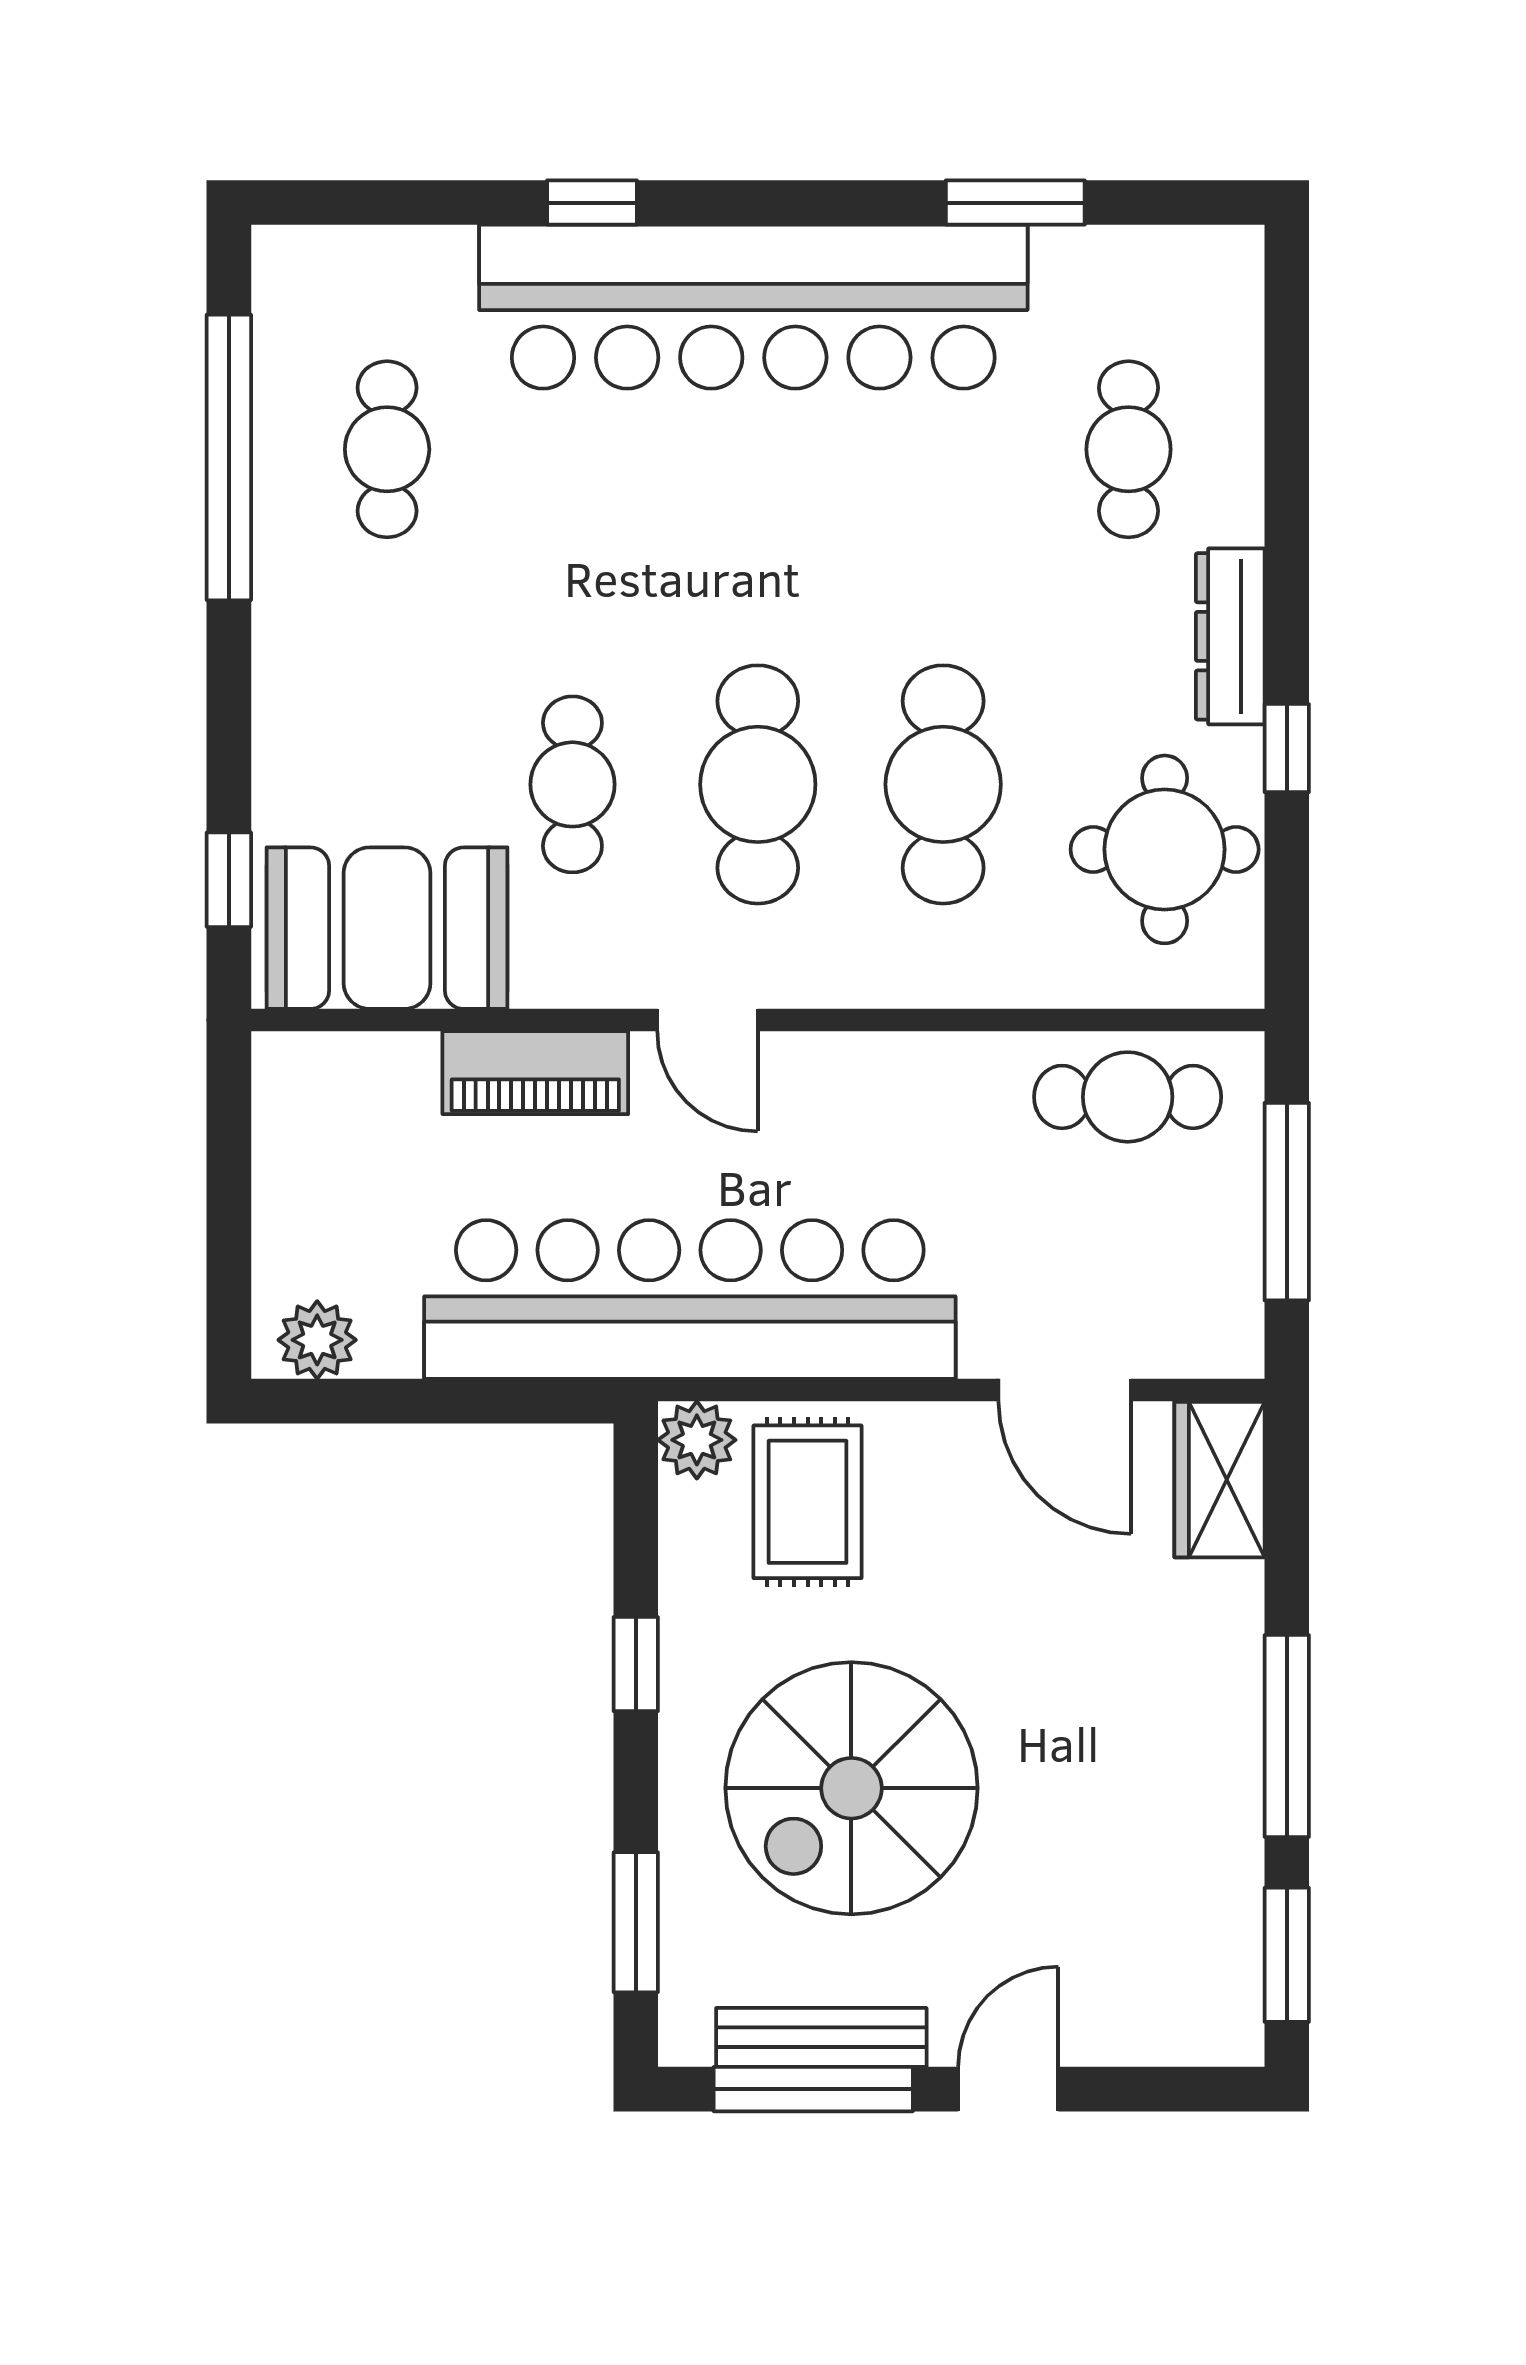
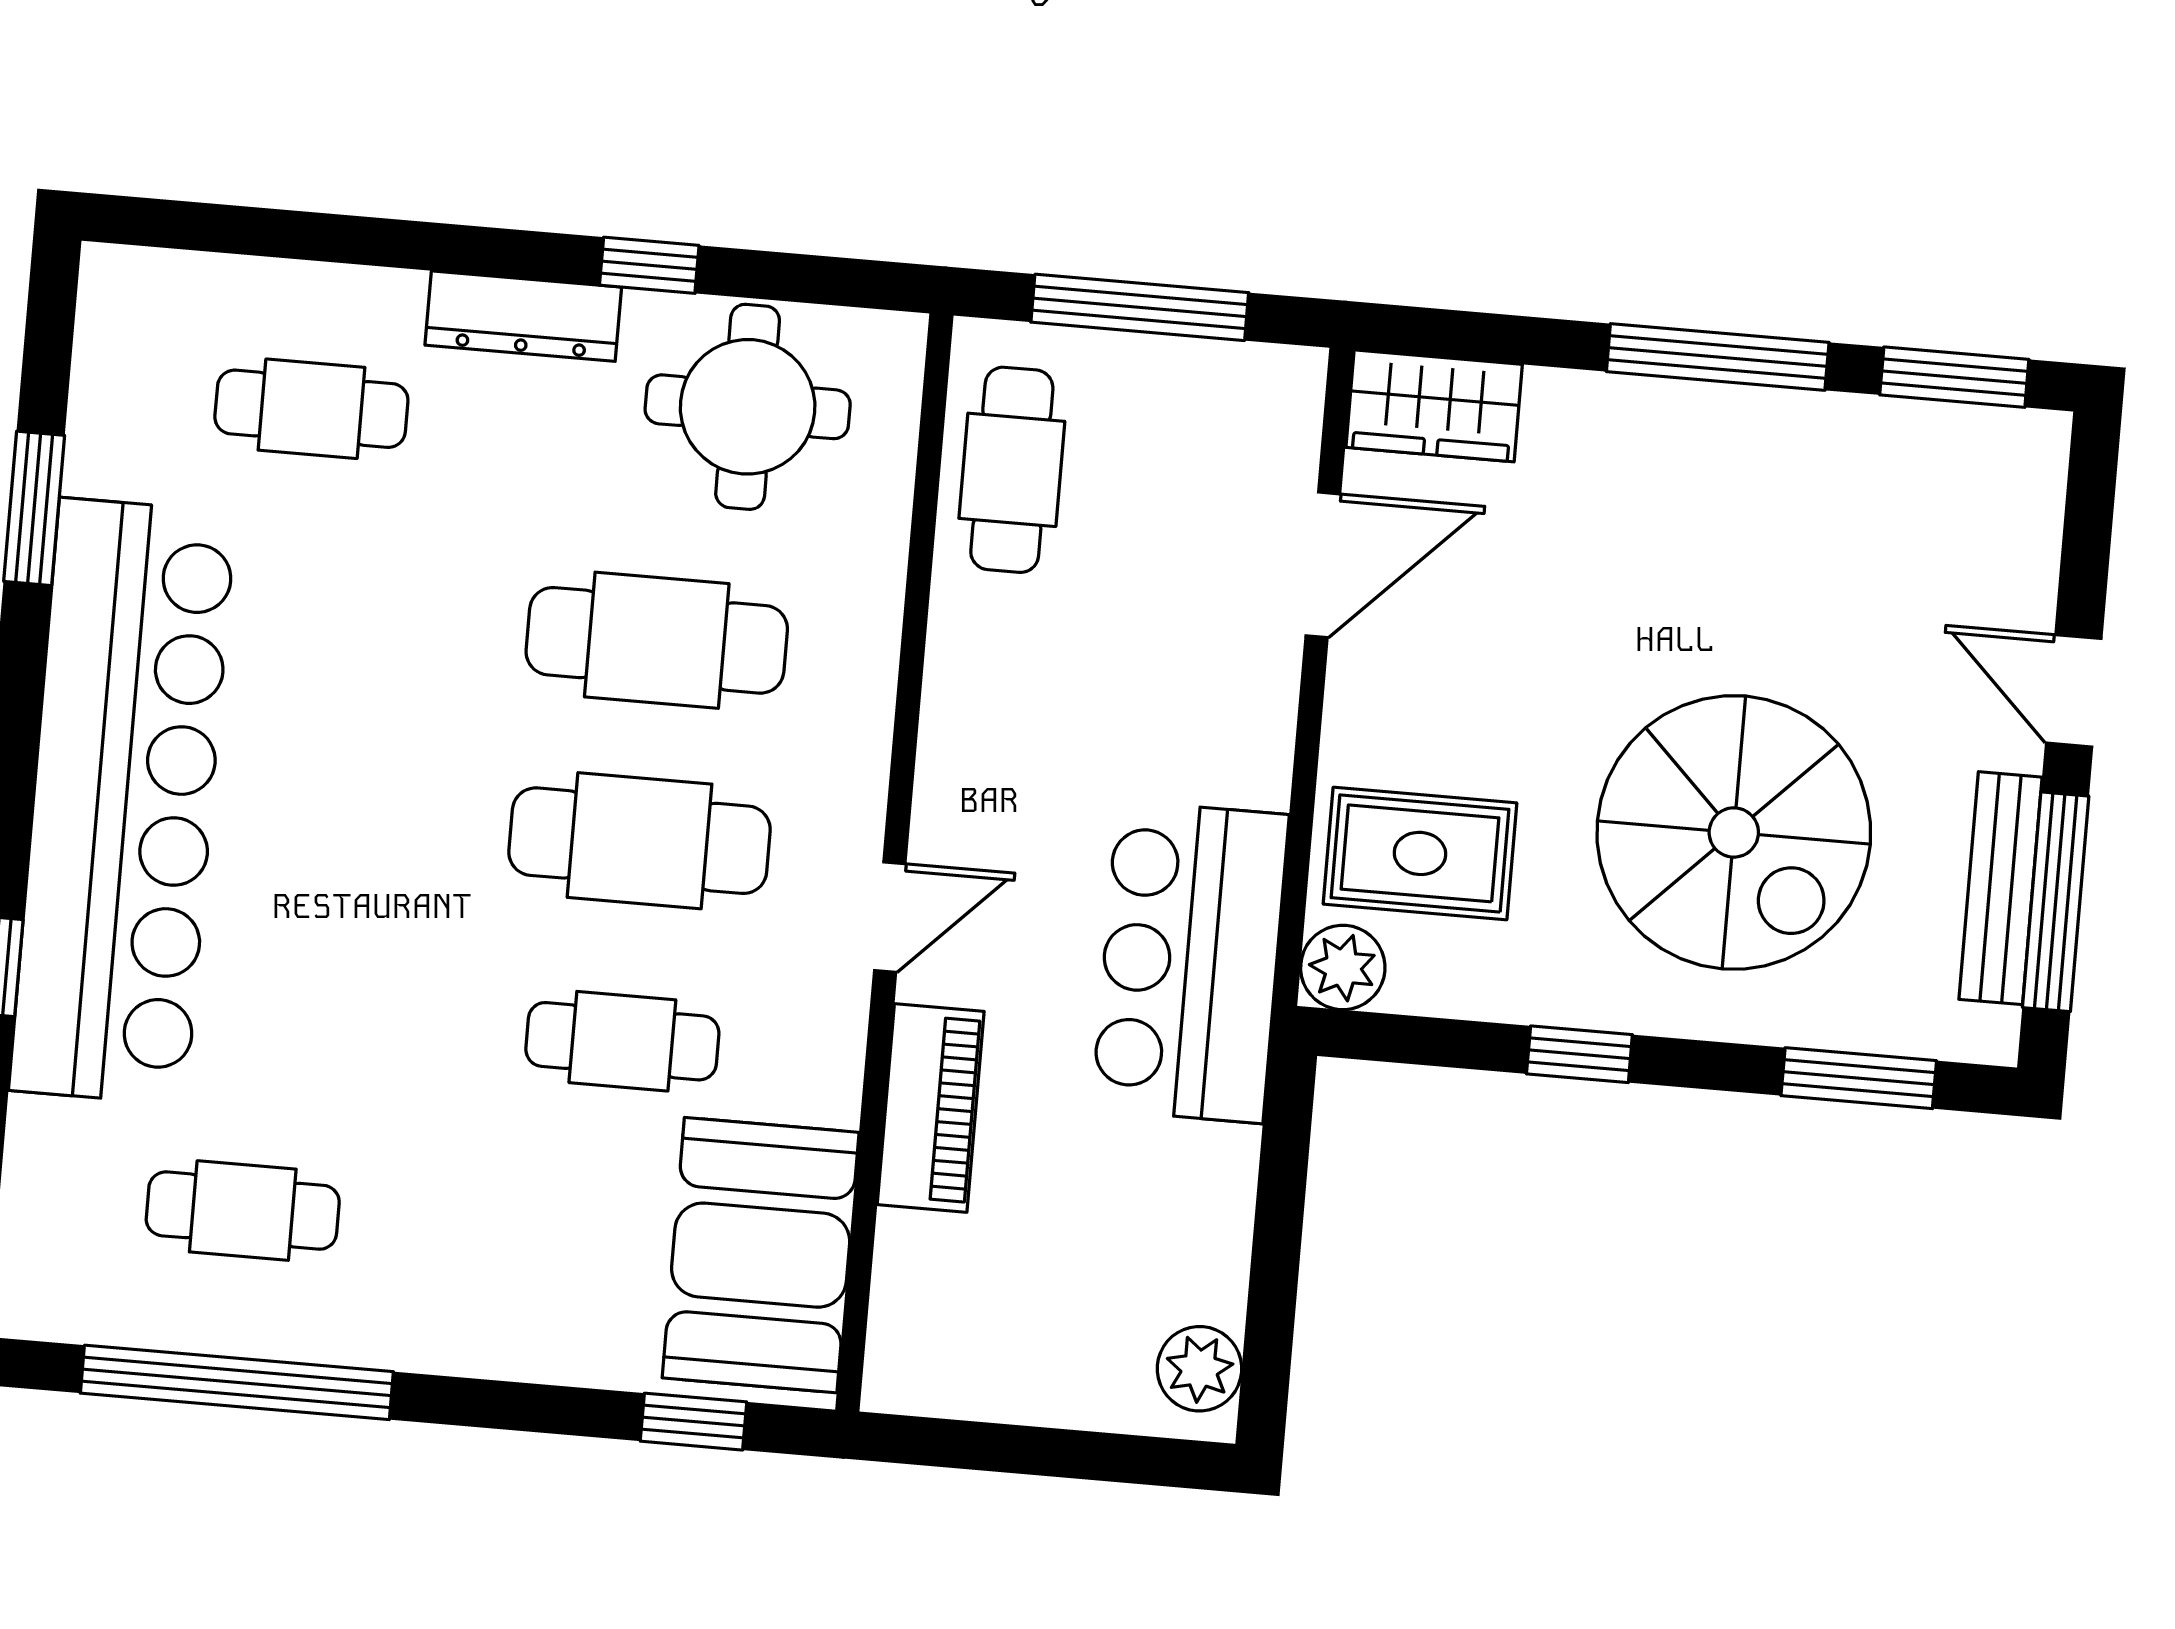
bar counter: (690, 1299) -> (1190, 962), width x0.54

